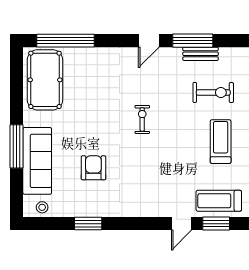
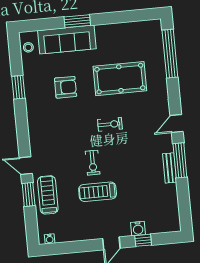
door: (149, 41) -> (177, 123), hinge flipped
pool table: (45, 80) -> (120, 79), moved
exercise bike: (213, 92) -> (93, 163), moved, width x0.73, depth x0.72
treadmill: (221, 142) -> (98, 192), turned 180
window: (17, 146) -> (77, 21), width x0.69

